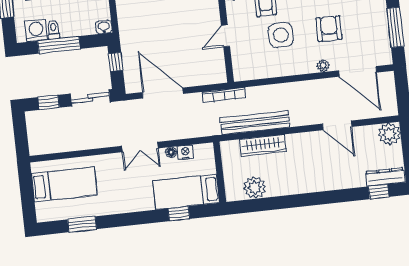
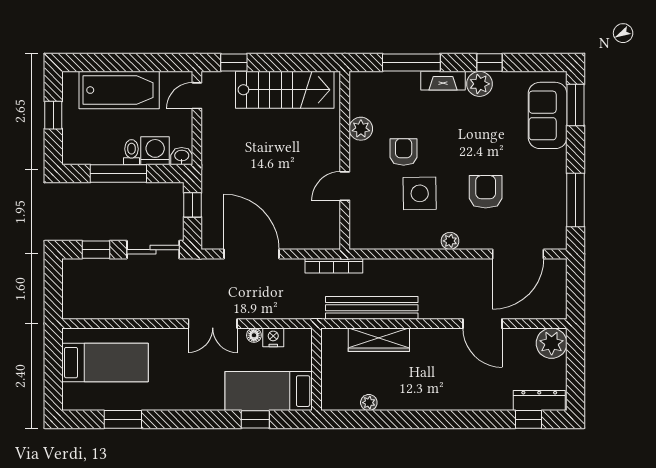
toilet: (53, 30) -> (131, 152), moved
washing machine: (36, 31) -> (155, 151), moved
plant: (323, 66) -> (450, 241), moved
door: (358, 71) -> (518, 254), hinge flipped
plant: (255, 188) -> (369, 403), width x0.53, depth x0.53

